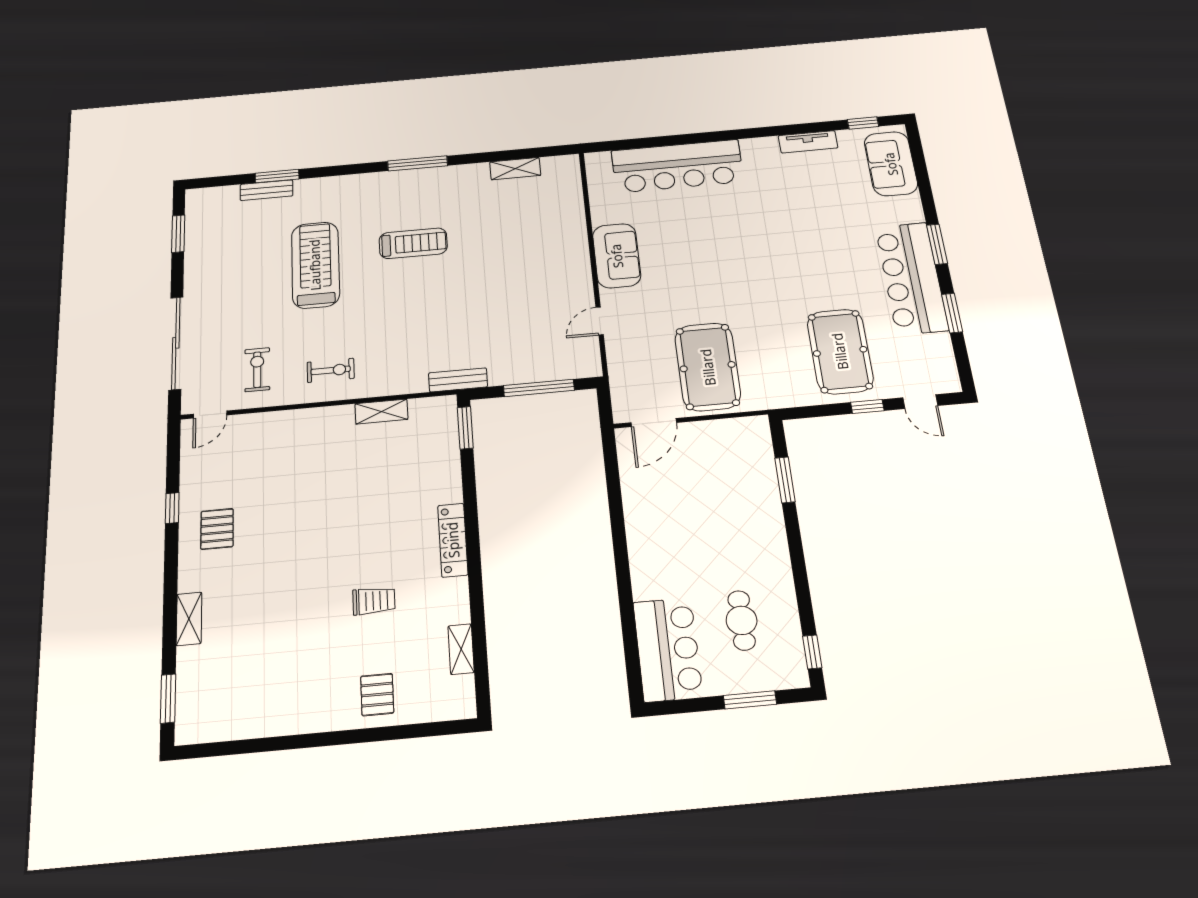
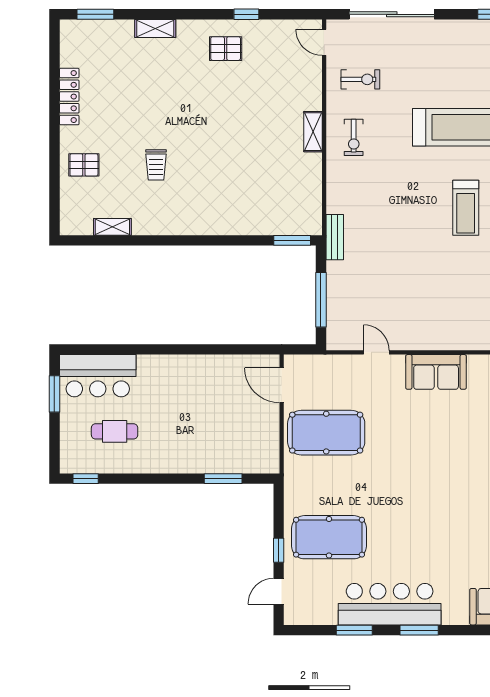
shelving: (381, 412) -> (313, 132), moved
locker: (453, 540) -> (69, 97), moved, turned 90
window: (750, 700) -> (54, 394), moved

